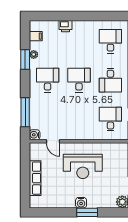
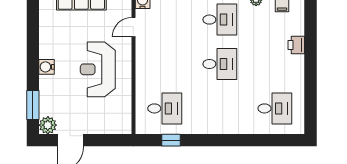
desk: (110, 80) -> (220, 108), removed
window: (87, 212) -> (33, 105), moved

